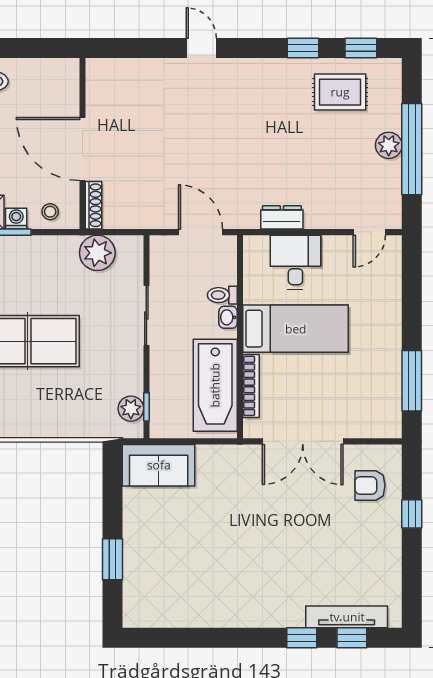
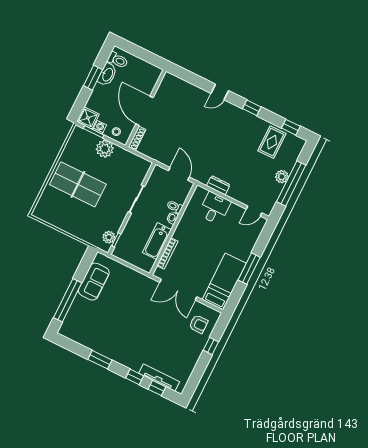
door: (201, 48) -> (220, 92), swing flipped
window: (303, 48) -> (252, 108), moved
rug: (340, 92) -> (272, 142), turned 90
plant: (97, 253) -> (105, 149), moved
bed: (296, 329) -> (224, 281), moved, turned -90
window: (412, 381) -> (249, 269), moved
bathtub: (215, 385) -> (157, 241), width x0.73, depth x0.73
sofa: (159, 465) -> (94, 282), moved, turned -90
armchair: (370, 485) -> (199, 324), turned 180
window: (113, 559) -> (68, 300), width x2.11
window: (224, 638) -> (100, 360), added

